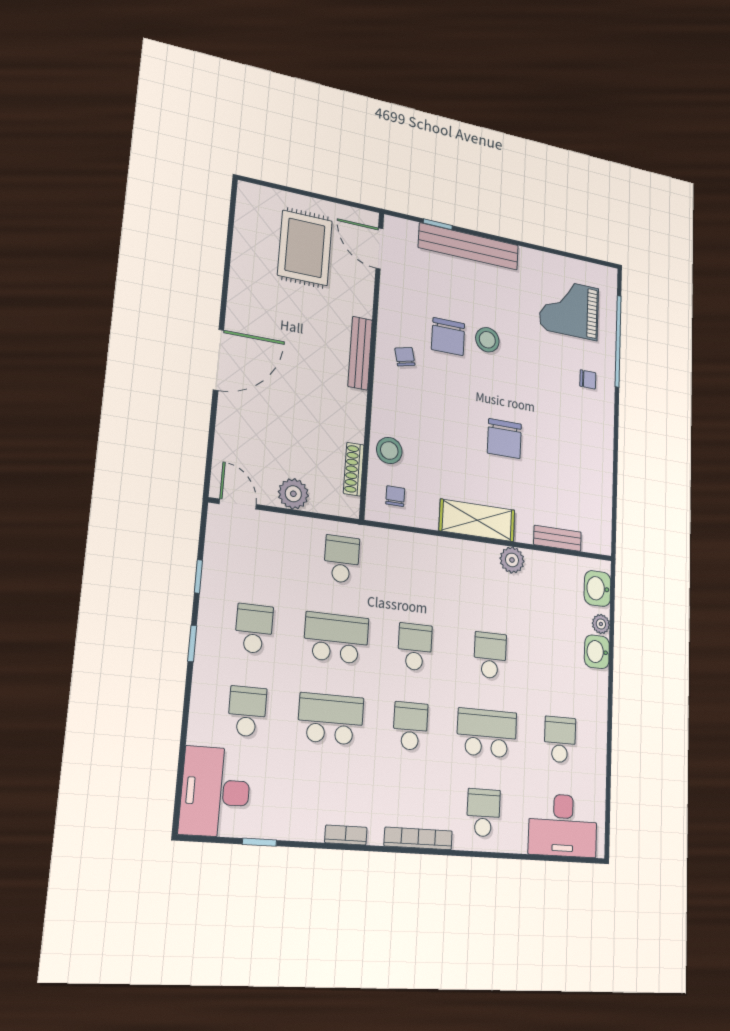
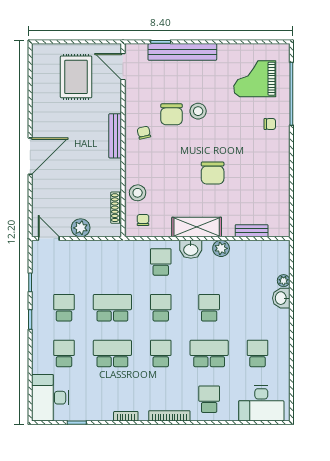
school desk: (342, 559) -> (161, 262), moved
washbasin: (597, 588) -> (191, 249), moved, turned -90

